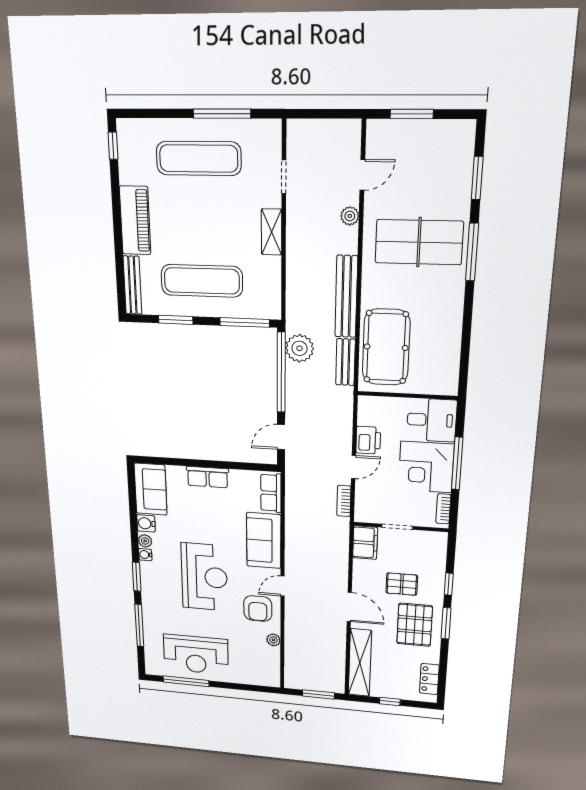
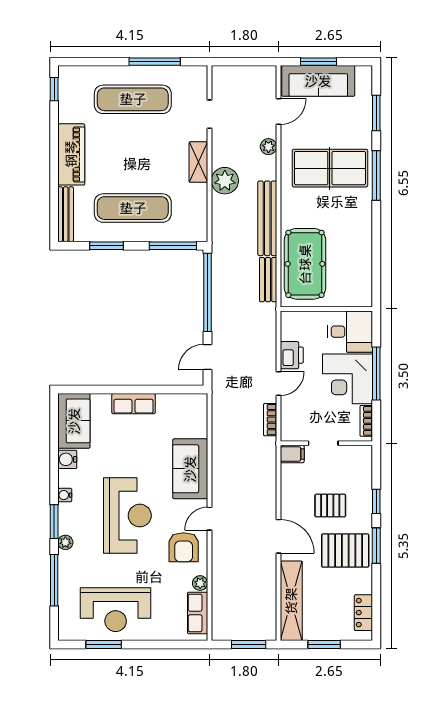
sofa: (410, 138) -> (318, 81), added
plant: (300, 348) -> (225, 181), moved
row of seats: (271, 493) -> (198, 613), moved
plant: (145, 541) -> (65, 542), moved
filing cabinet: (365, 543) -> (292, 454), width x0.50
pallet: (415, 625) -> (345, 550), turned 90
window: (186, 681) -> (104, 645), width x0.69
window: (390, 702) -> (324, 645), width x1.50

